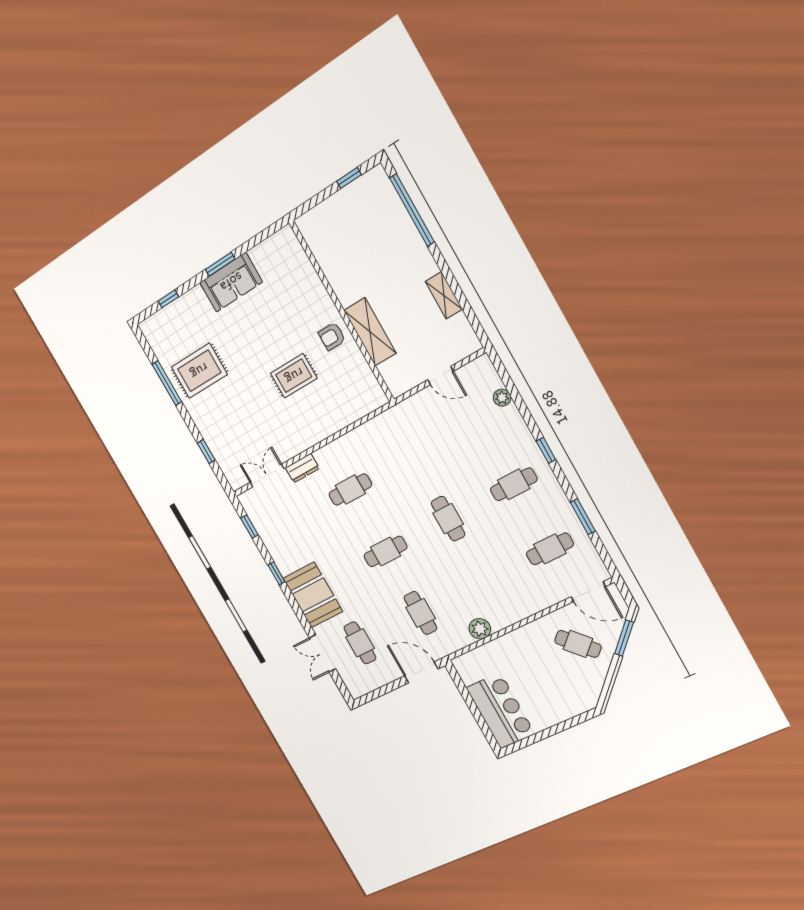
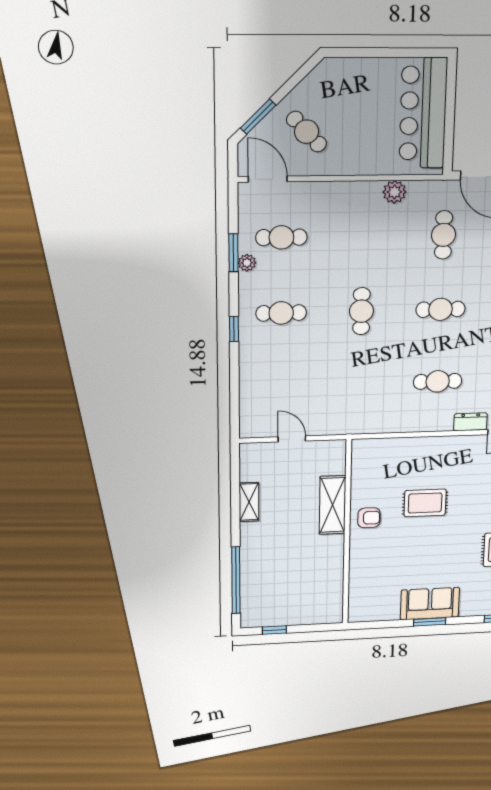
plant: (502, 398) -> (247, 263), moved
bar counter: (501, 711) -> (423, 113), width x1.36

